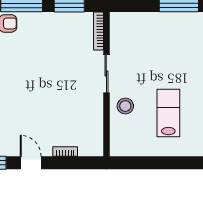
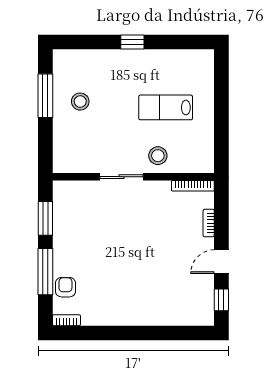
bookcase: (98, 31) -> (193, 186), moved
stool: (174, 37) -> (80, 102), added

